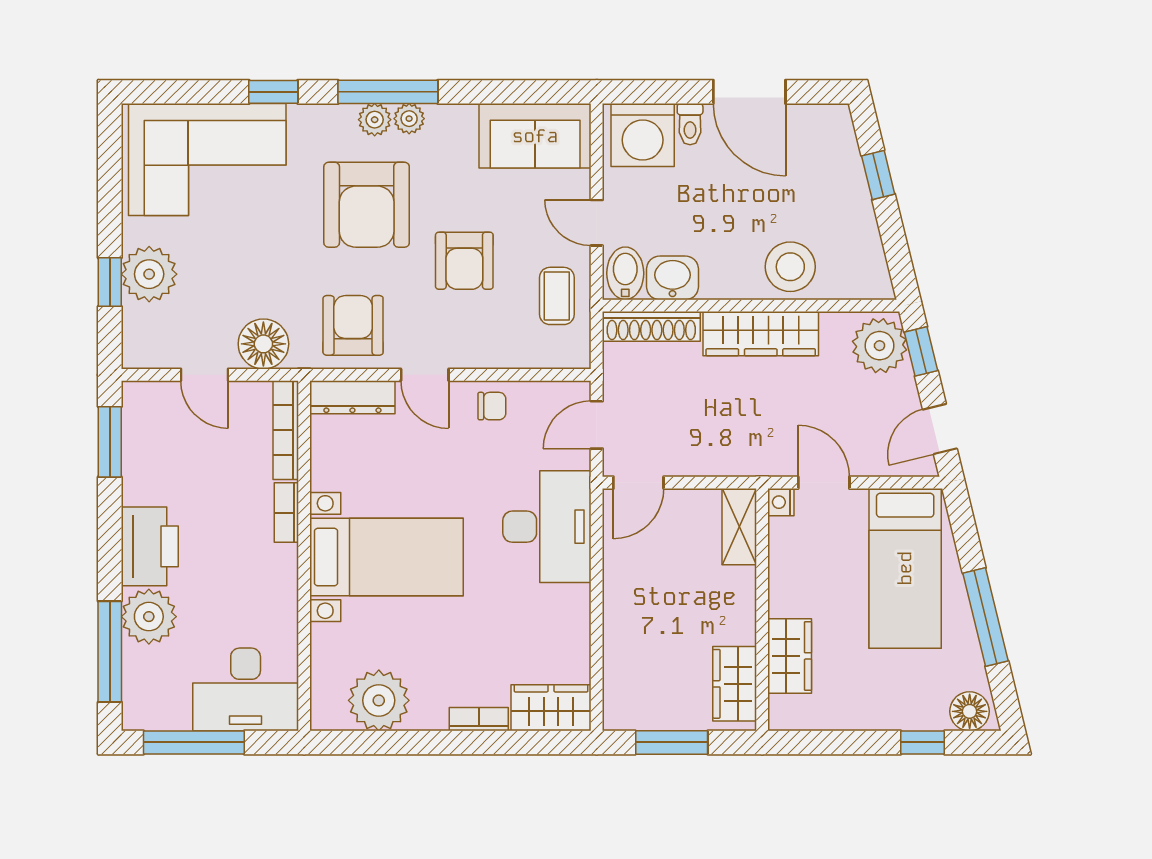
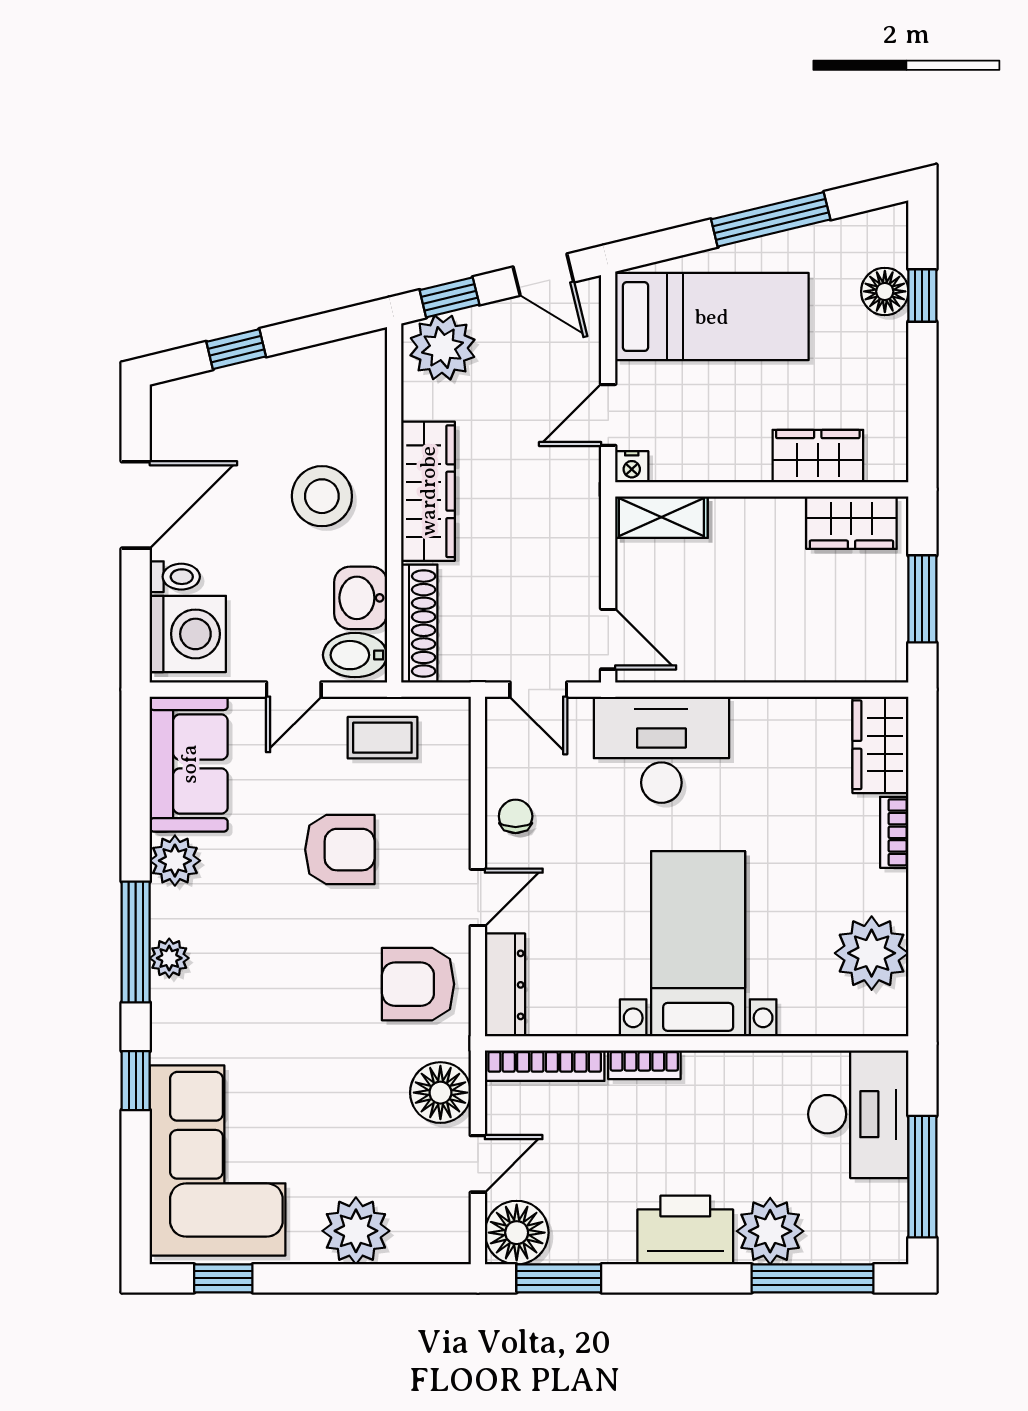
plant: (409, 119) -> (175, 861), moved, width x1.38, depth x1.38
armchair: (367, 205) -> (272, 968), removed
stool: (790, 267) -> (322, 496), moved
window: (110, 282) -> (223, 1278), moved
floor lamp: (148, 407) -> (517, 1233), added
floor lamp: (970, 711) -> (885, 291), moved

